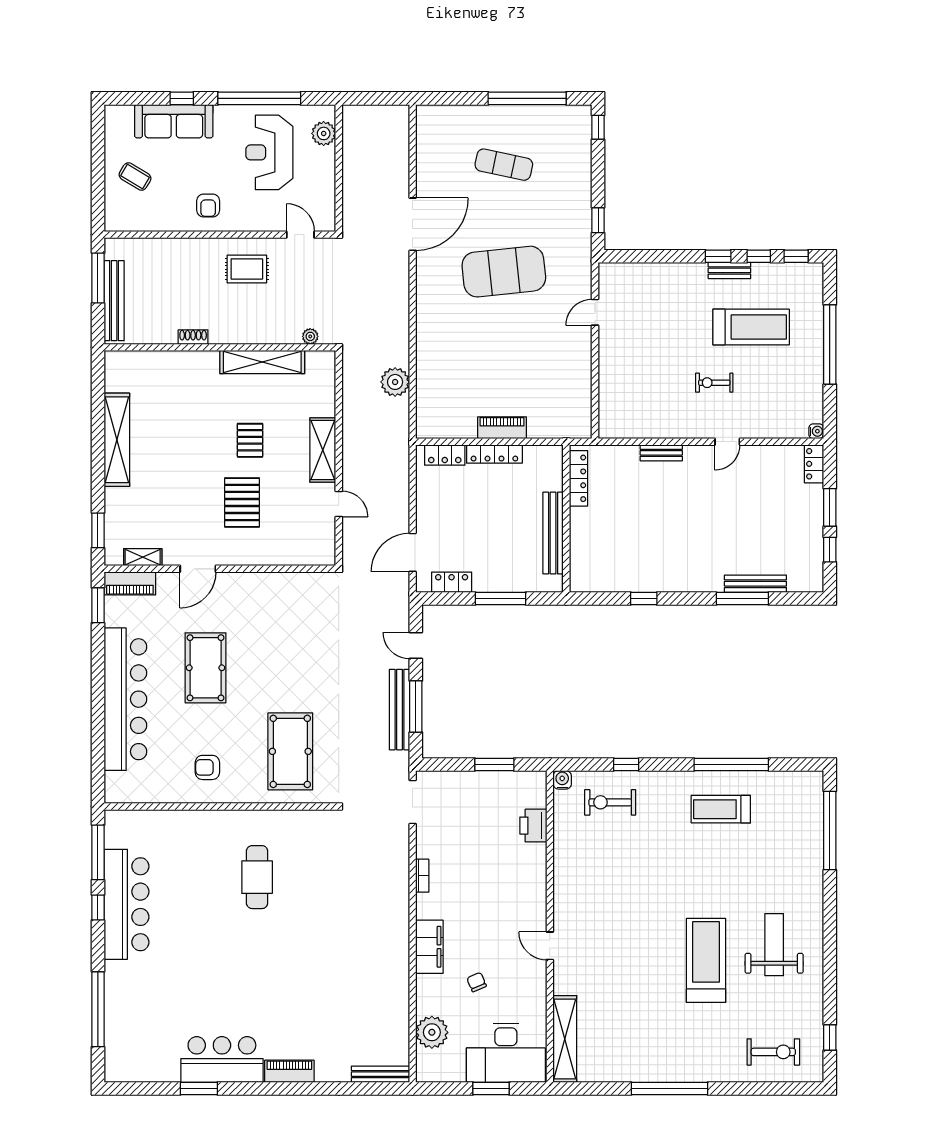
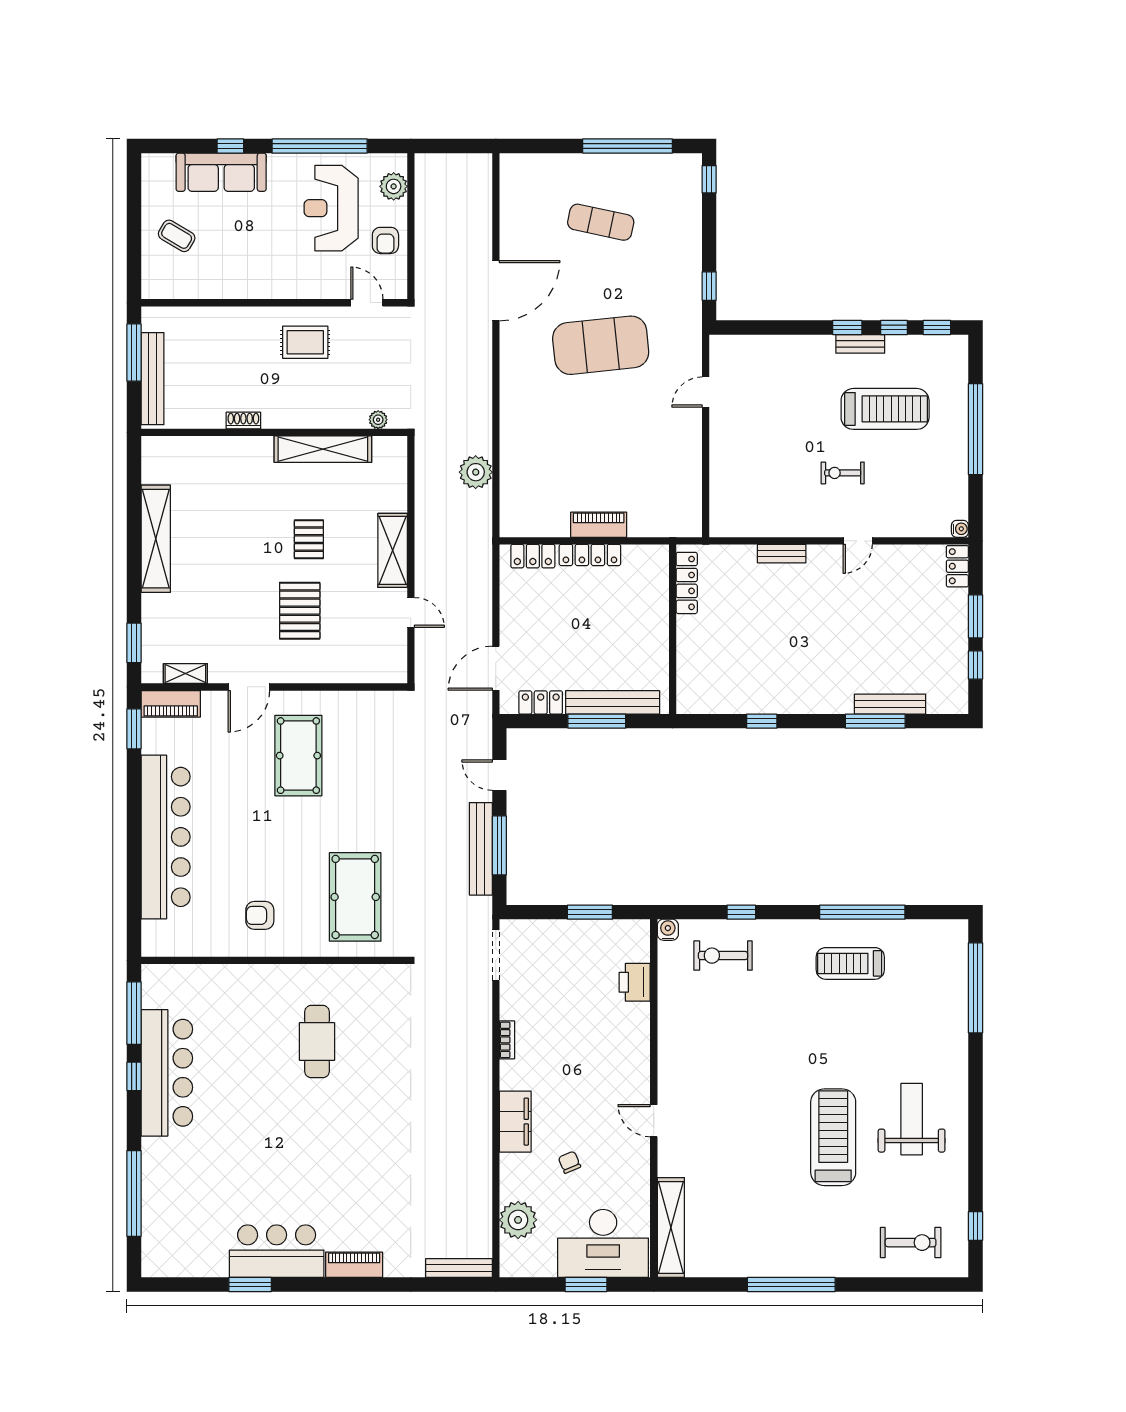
armchair: (208, 205) -> (385, 240), moved
bench: (553, 533) -> (613, 702), moved, turned 90
pool table: (206, 668) -> (298, 756), moved

